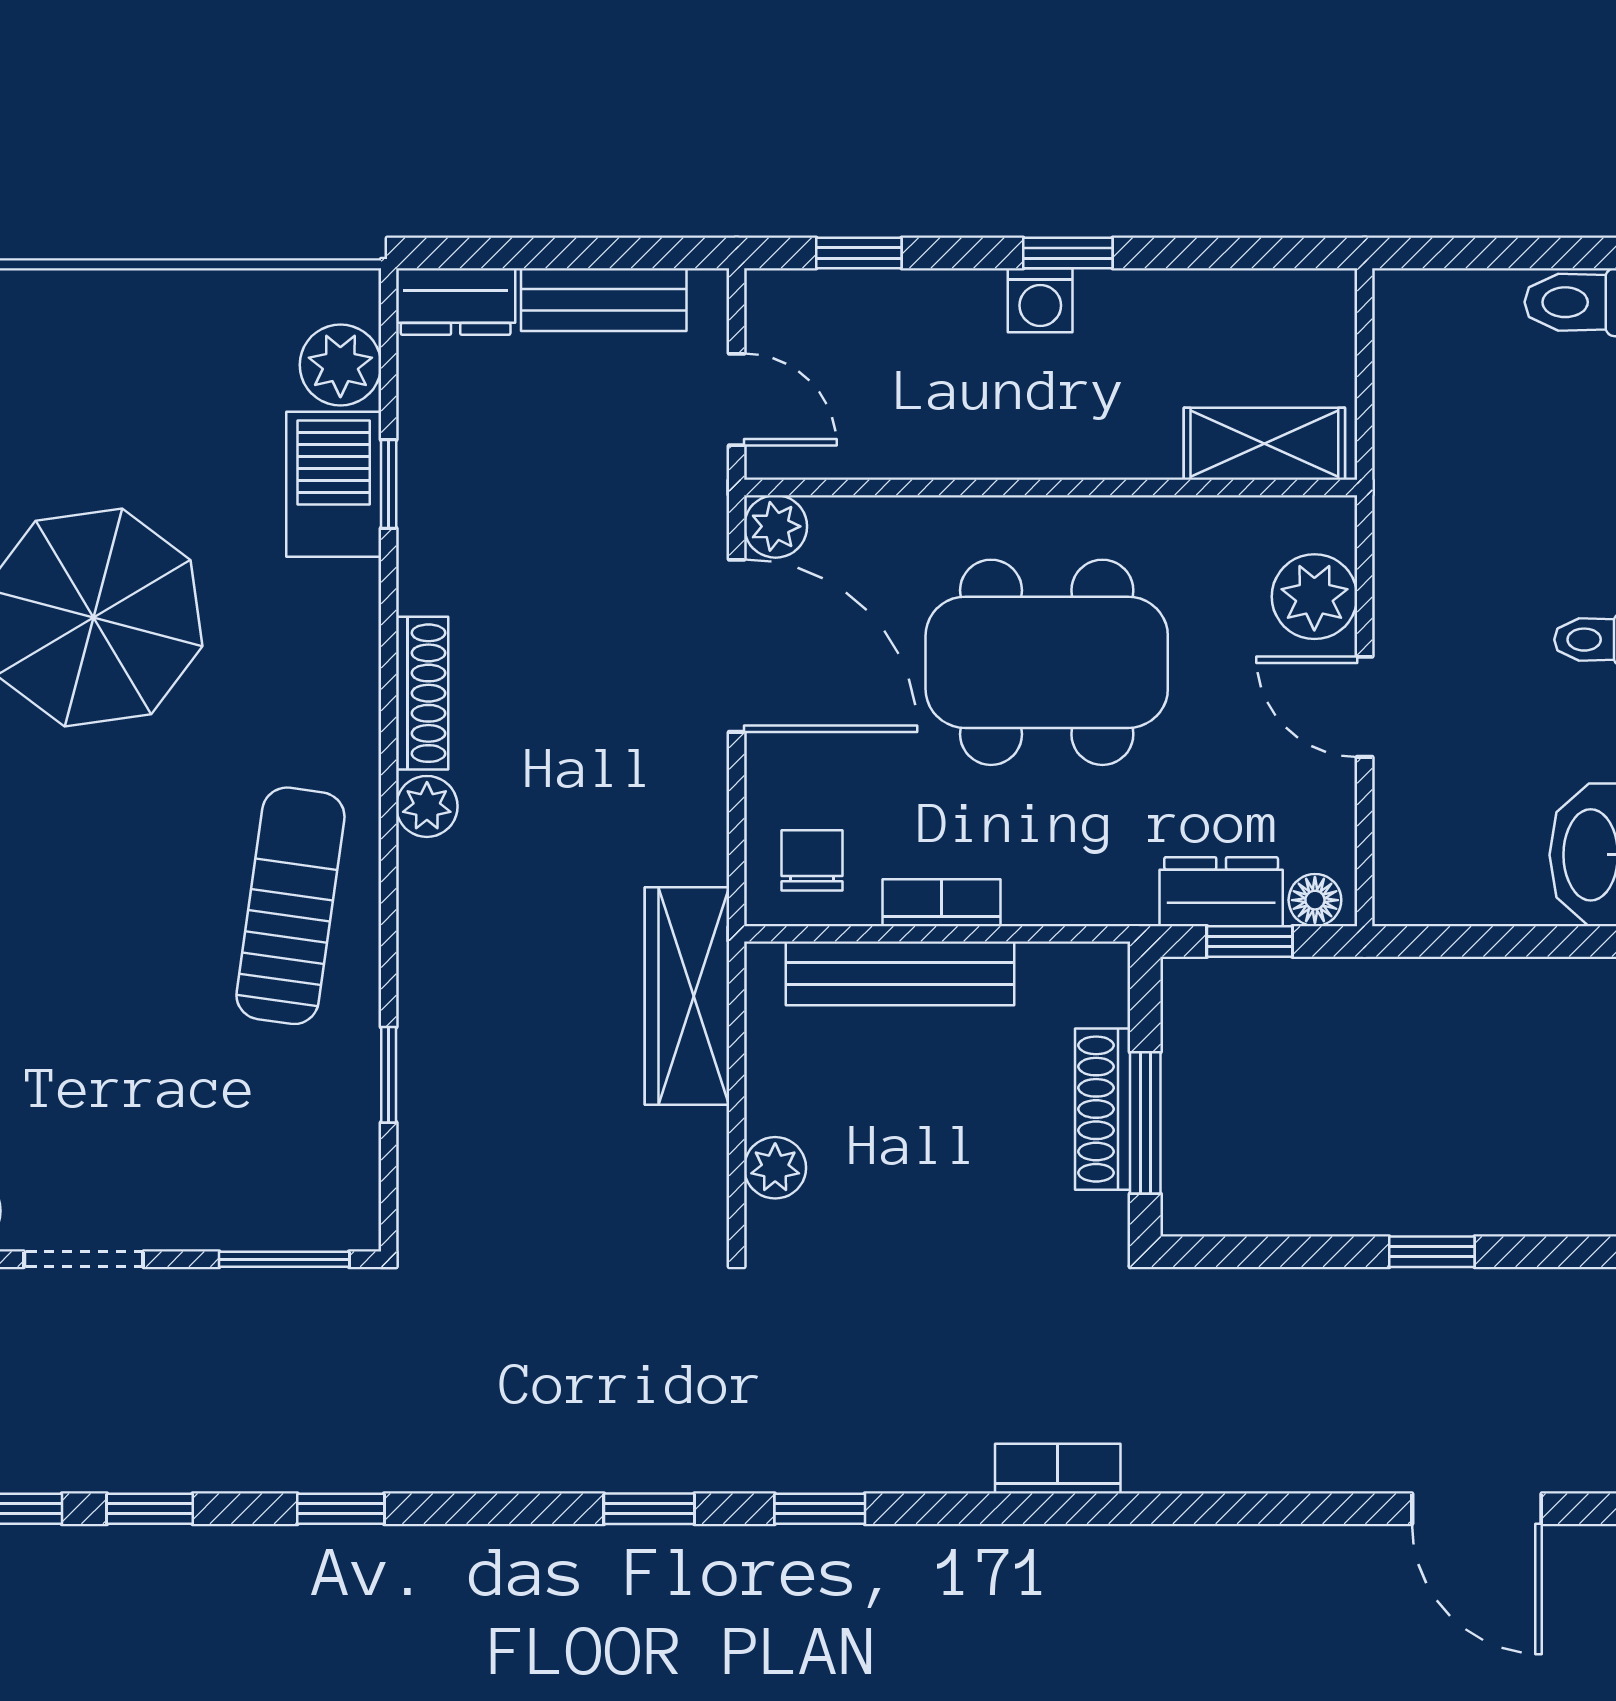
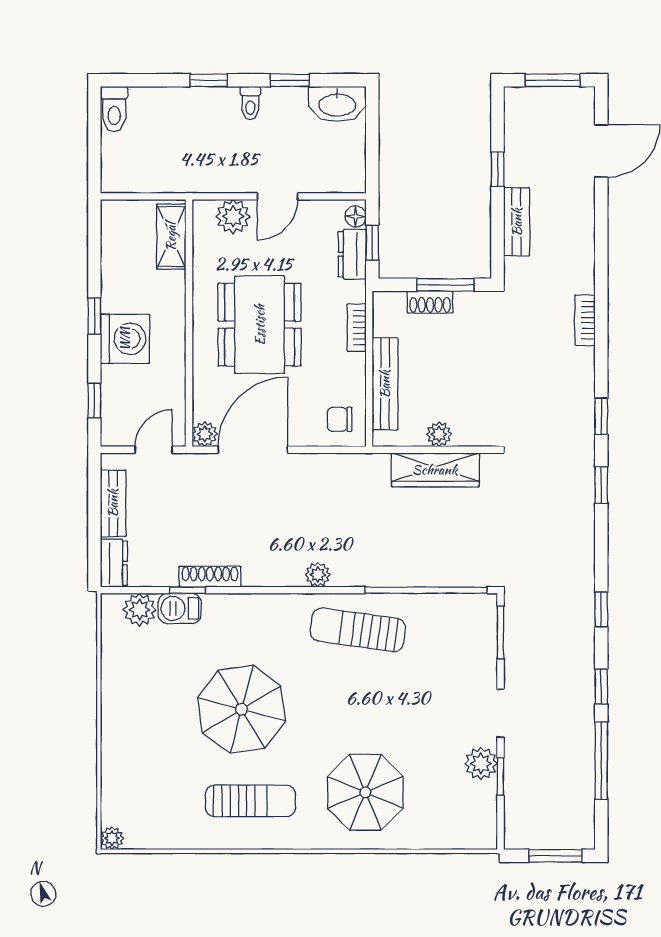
washing machine: (1040, 300) -> (125, 339), width x1.89, depth x1.89
barbecue: (334, 484) -> (180, 608), width x0.73, depth x0.79
shoe rack: (422, 693) -> (210, 577), moved
bookcase: (941, 903) -> (357, 328), moved
wardrobe: (687, 996) -> (435, 470), moved
window: (389, 1075) -> (426, 590), width x3.17
shoe rack: (1103, 1109) -> (430, 302), width x0.70
plant: (775, 1168) -> (439, 434), moved
bench: (1302, 1299) -> (517, 222), added

